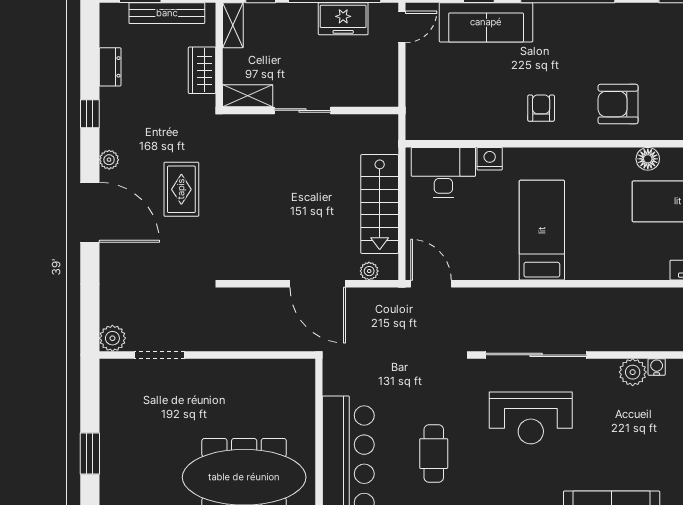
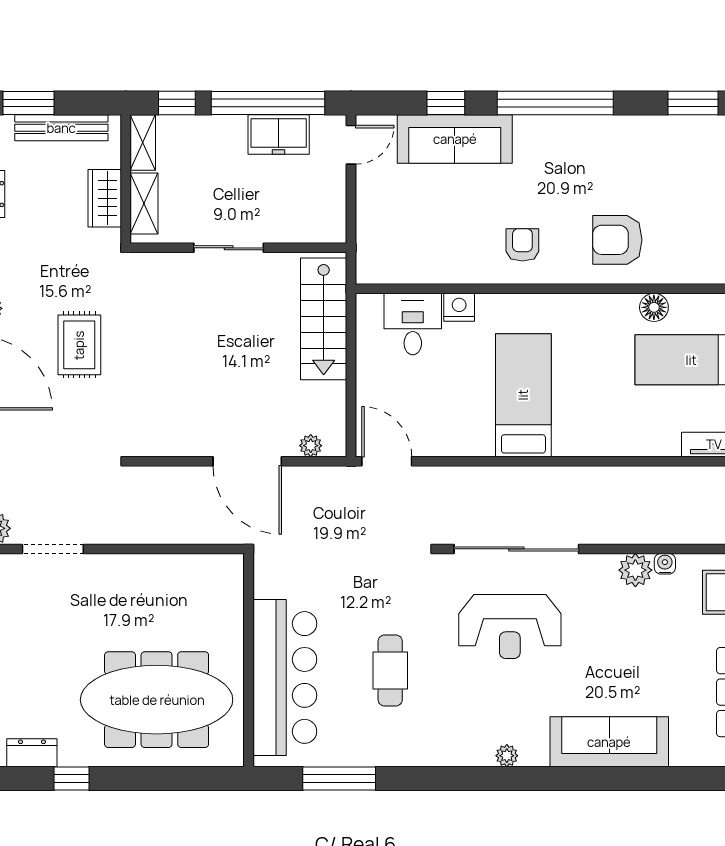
shelving: (248, 96) -> (144, 204), moved, turned 90
desk: (443, 172) -> (413, 324), width x0.73
stairs: (380, 204) -> (324, 319), moved

